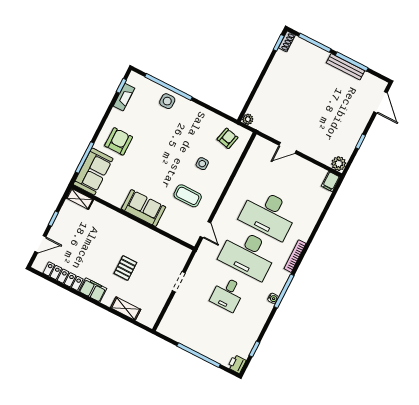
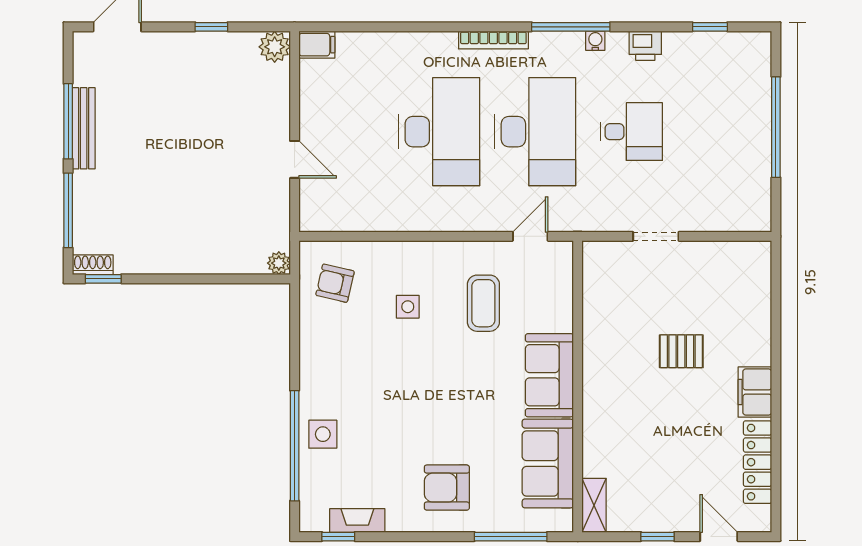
sofa: (93, 172) -> (548, 463), moved, turned -90
shelving: (126, 309) -> (758, 311), removed
printer: (237, 364) -> (645, 46), moved

